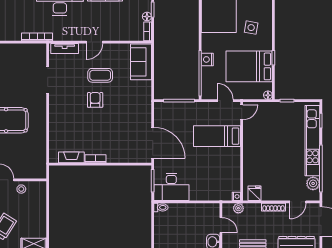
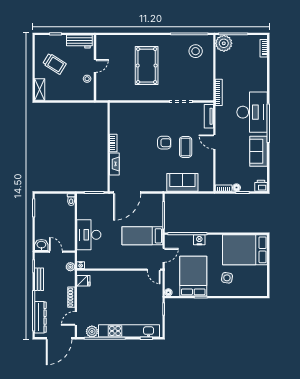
sofa: (141, 62) -> (182, 182), moved
bed: (217, 136) -> (142, 236), moved, turned -90
fireplace: (71, 157) -> (114, 164), moved
desk: (171, 187) -> (89, 235), moved
door: (298, 202) -> (76, 318), hinge flipped
door: (221, 225) -> (56, 252), swing flipped

